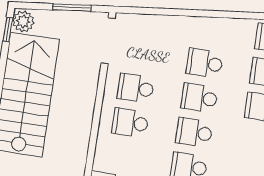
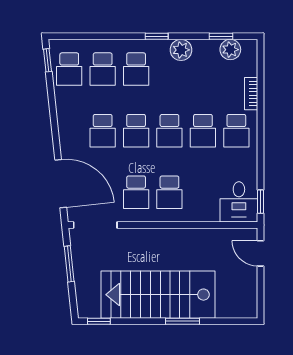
door: (156, 11) -> (61, 184), added
plant: (23, 21) -> (89, 308), removed

